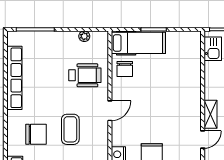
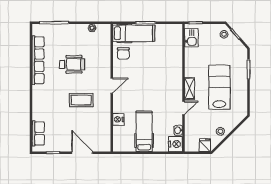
wheelchair: (85, 75) -> (72, 64), moved
coffee table: (70, 129) -> (81, 100), turned 90
chair: (36, 134) -> (55, 104), removed

